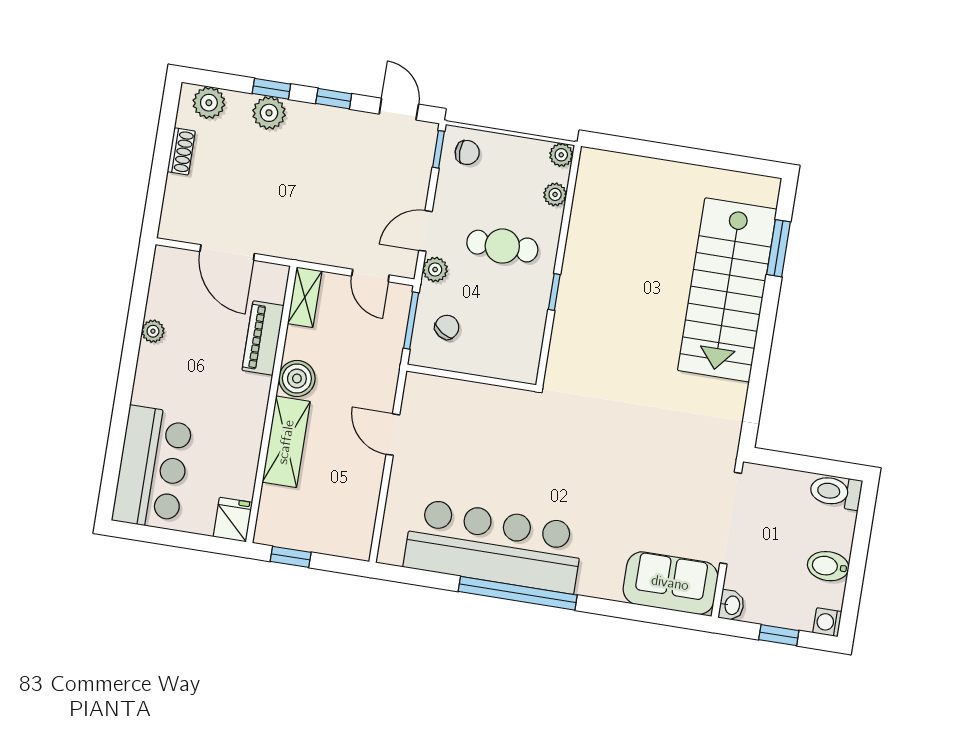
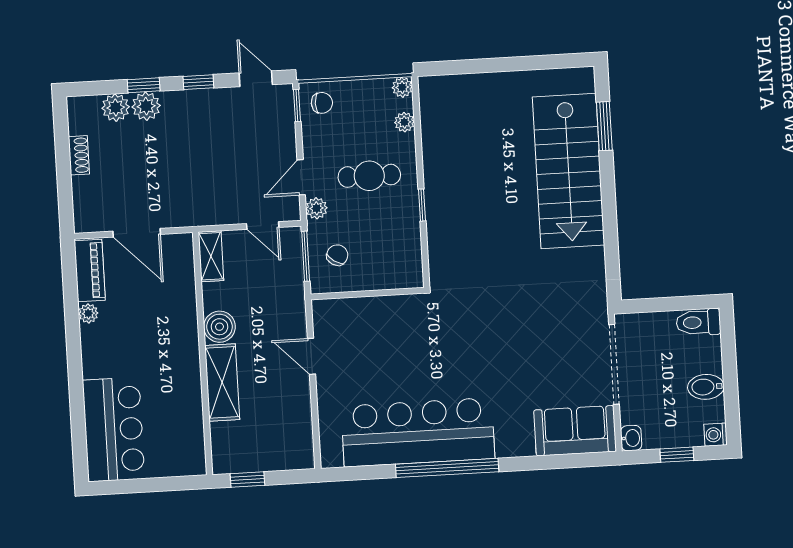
plant: (209, 103) -> (116, 108), moved
piano: (263, 338) -> (90, 271), moved, turned 180
fridge: (233, 520) -> (191, 459), removed

